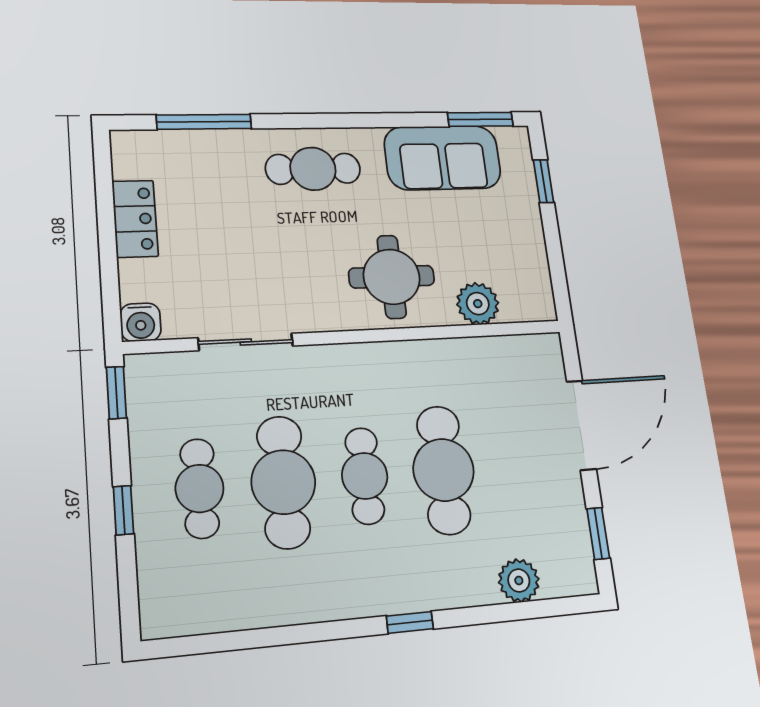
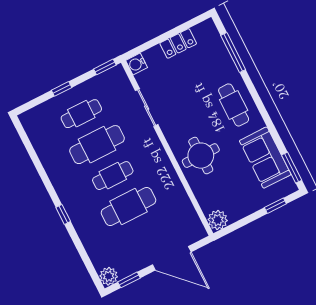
plant: (478, 304) -> (218, 220), moved
plant: (519, 580) -> (109, 276), moved

